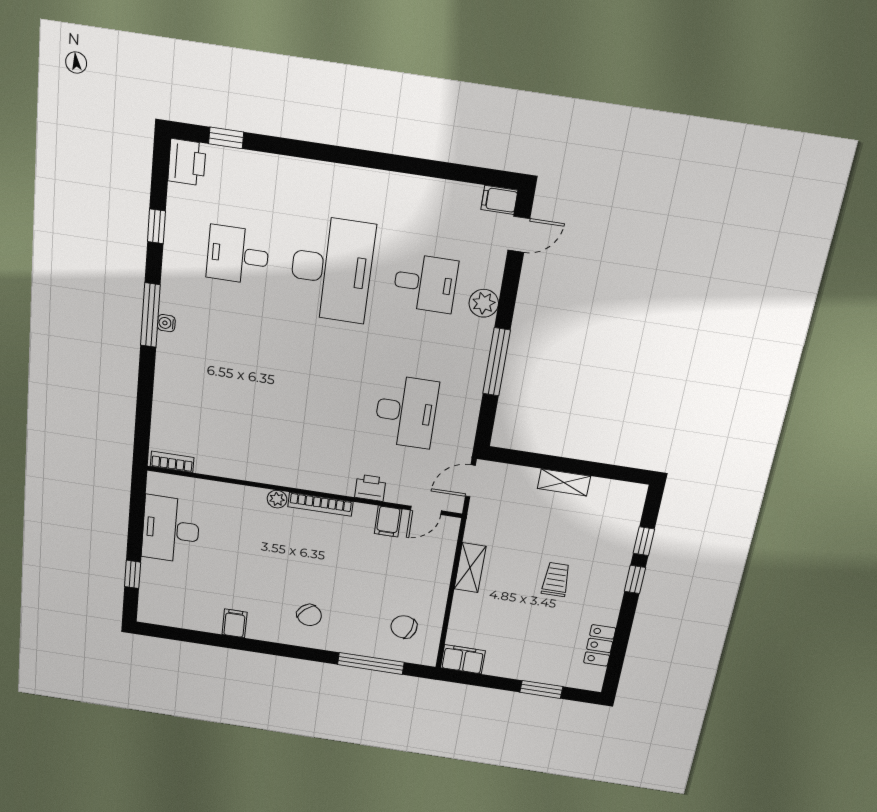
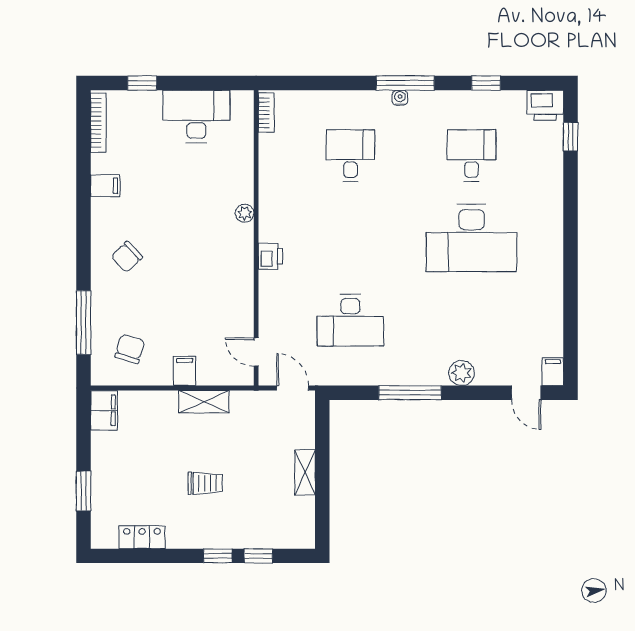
desk: (425, 283) -> (350, 156), moved, turned 180
printer: (370, 488) -> (270, 256), moved
bookcase: (321, 504) -> (98, 123), moved, turned 180
filing cabinet: (388, 521) -> (185, 371), moved, turned 90

